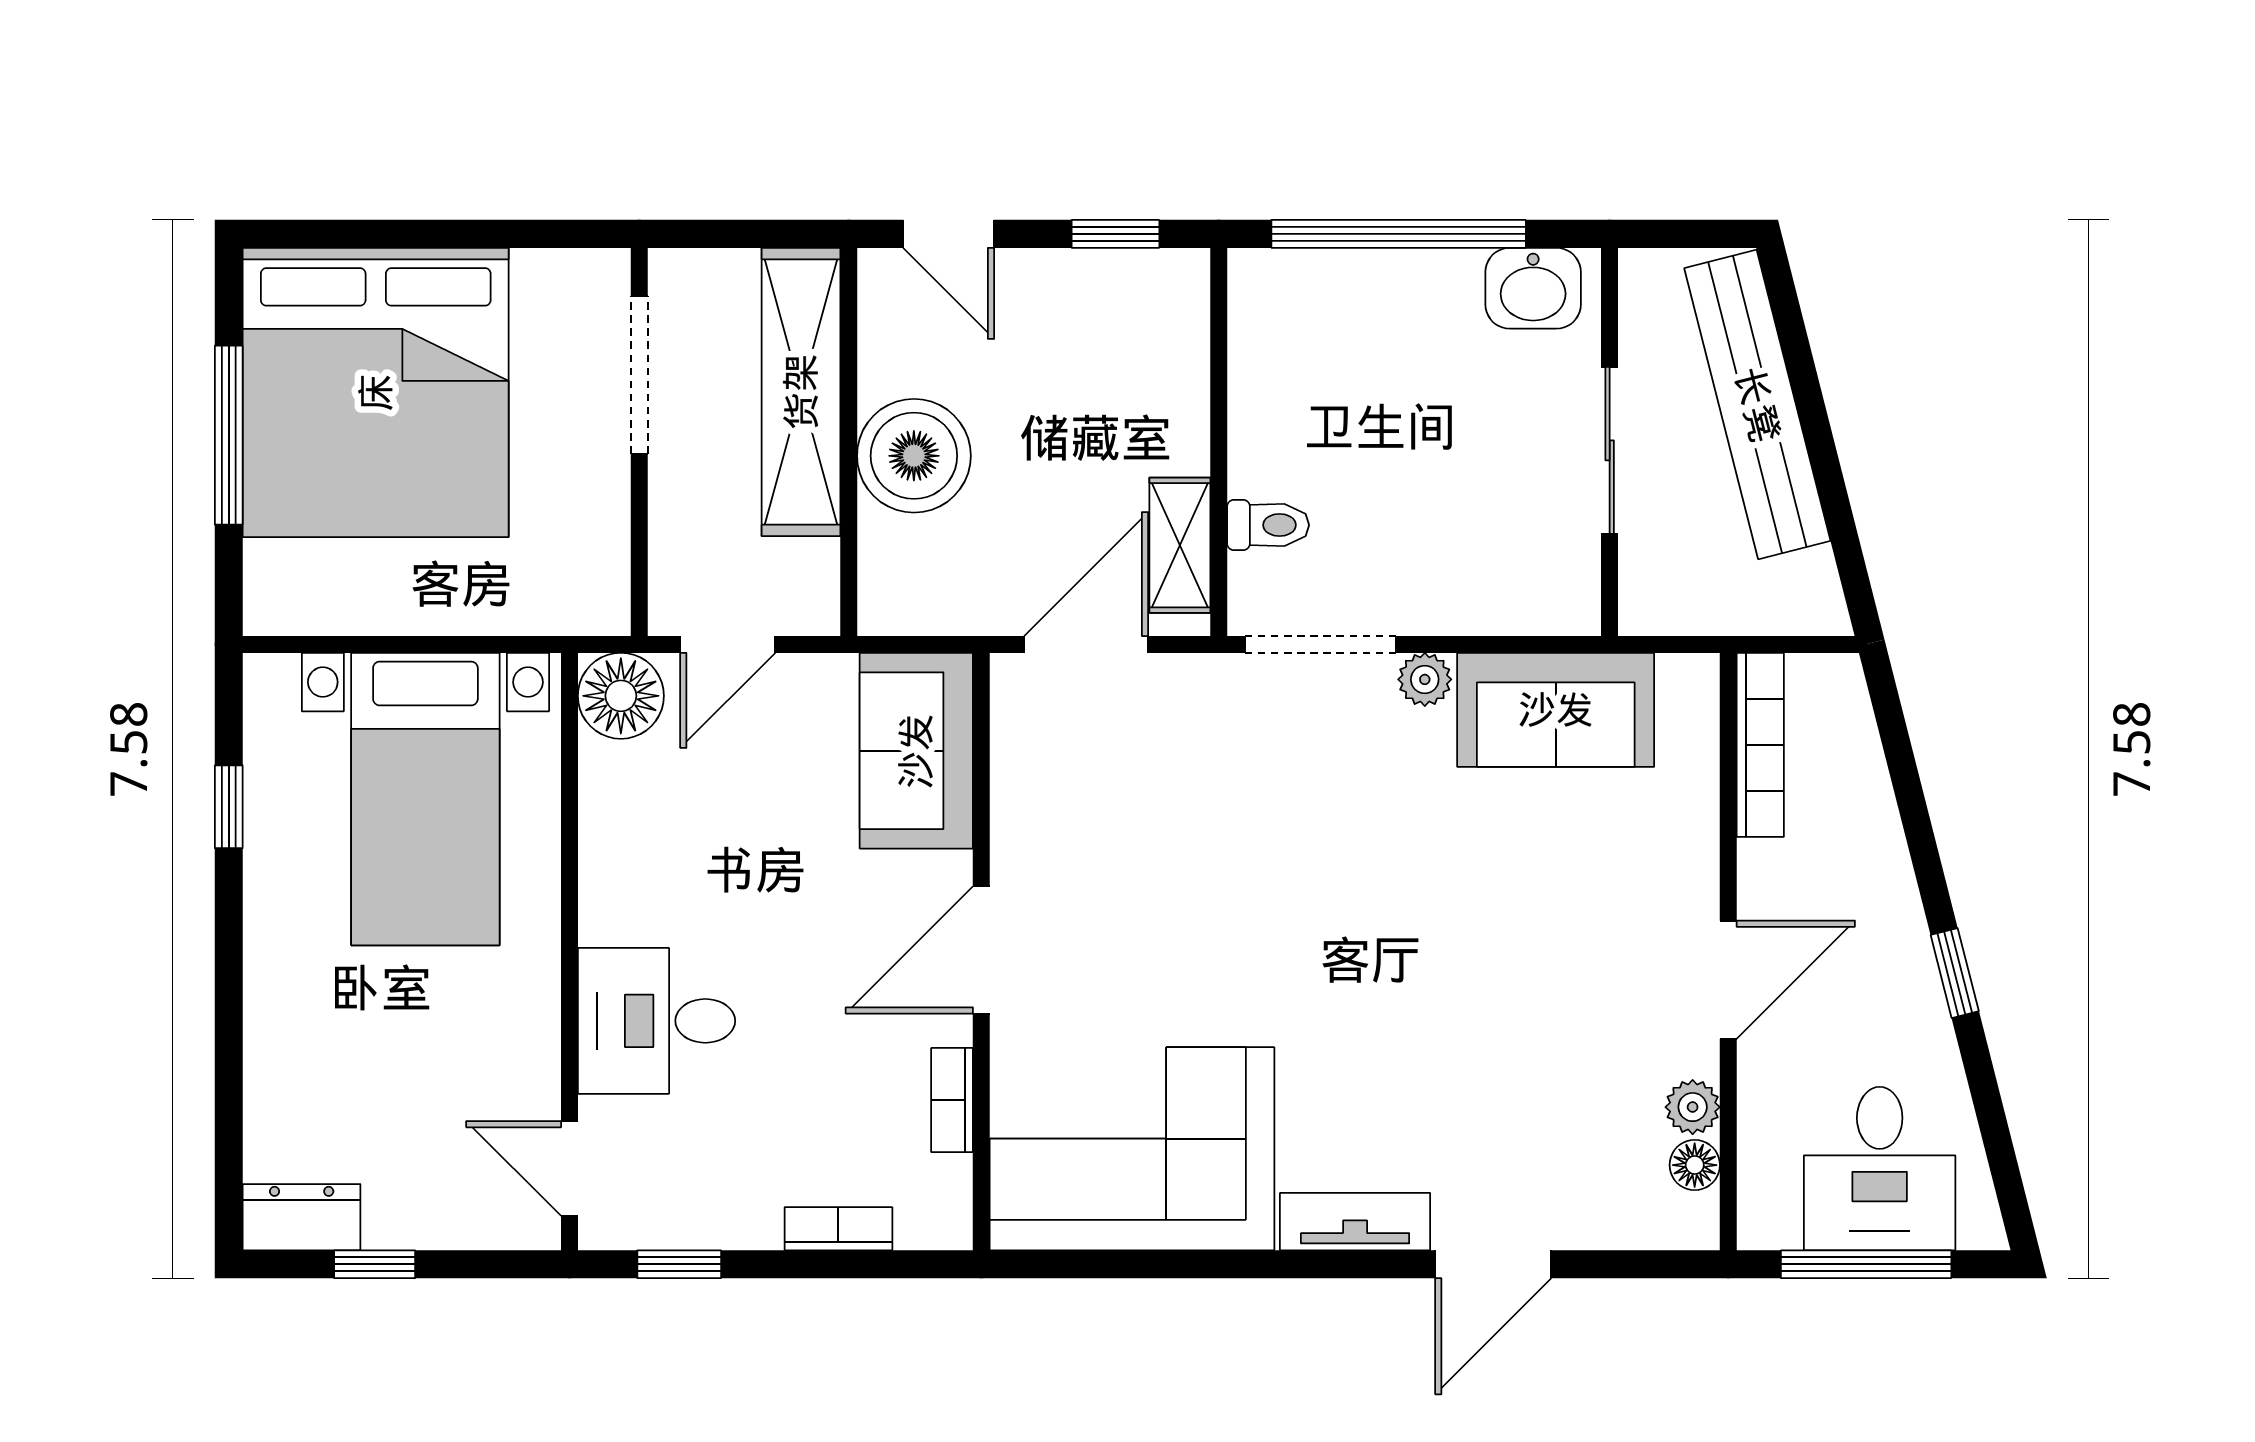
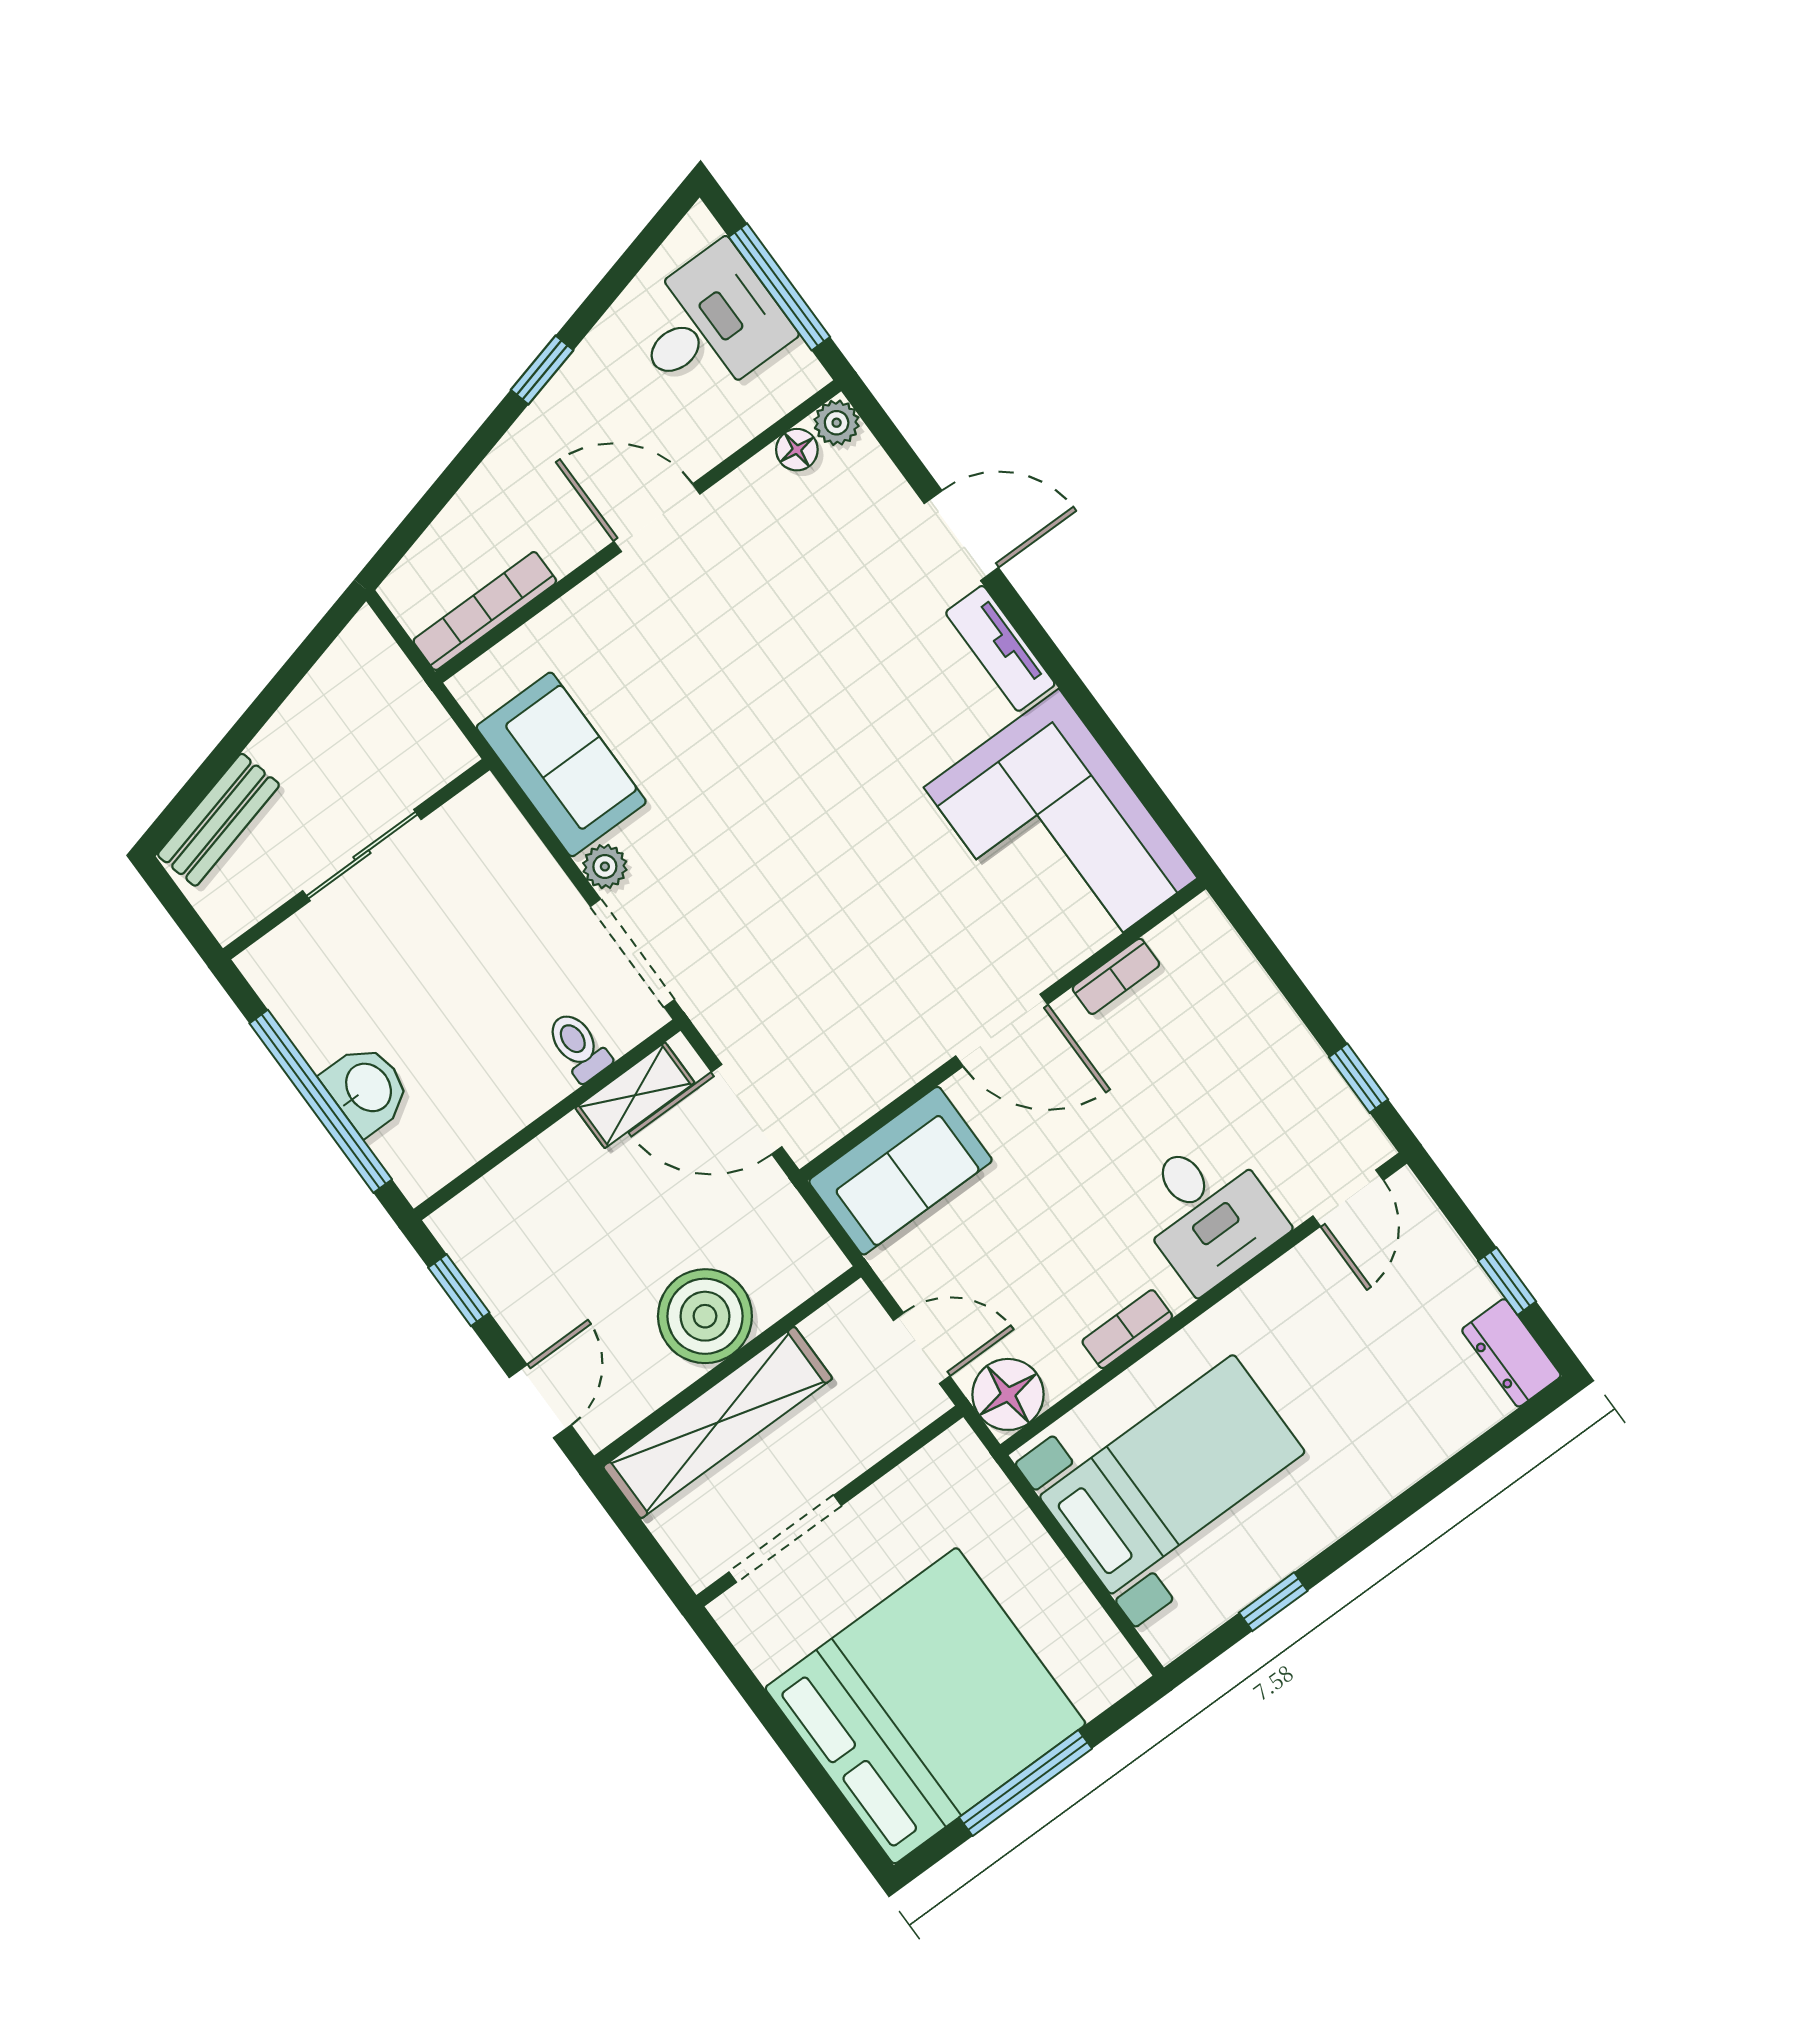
washbasin: (1533, 288) -> (367, 1089), moved
bench: (1757, 405) -> (218, 820), width x0.54, depth x0.82
plant: (1693, 1107) -> (837, 423), moved
bookcase: (838, 1229) -> (1127, 1329), moved, turned 90

